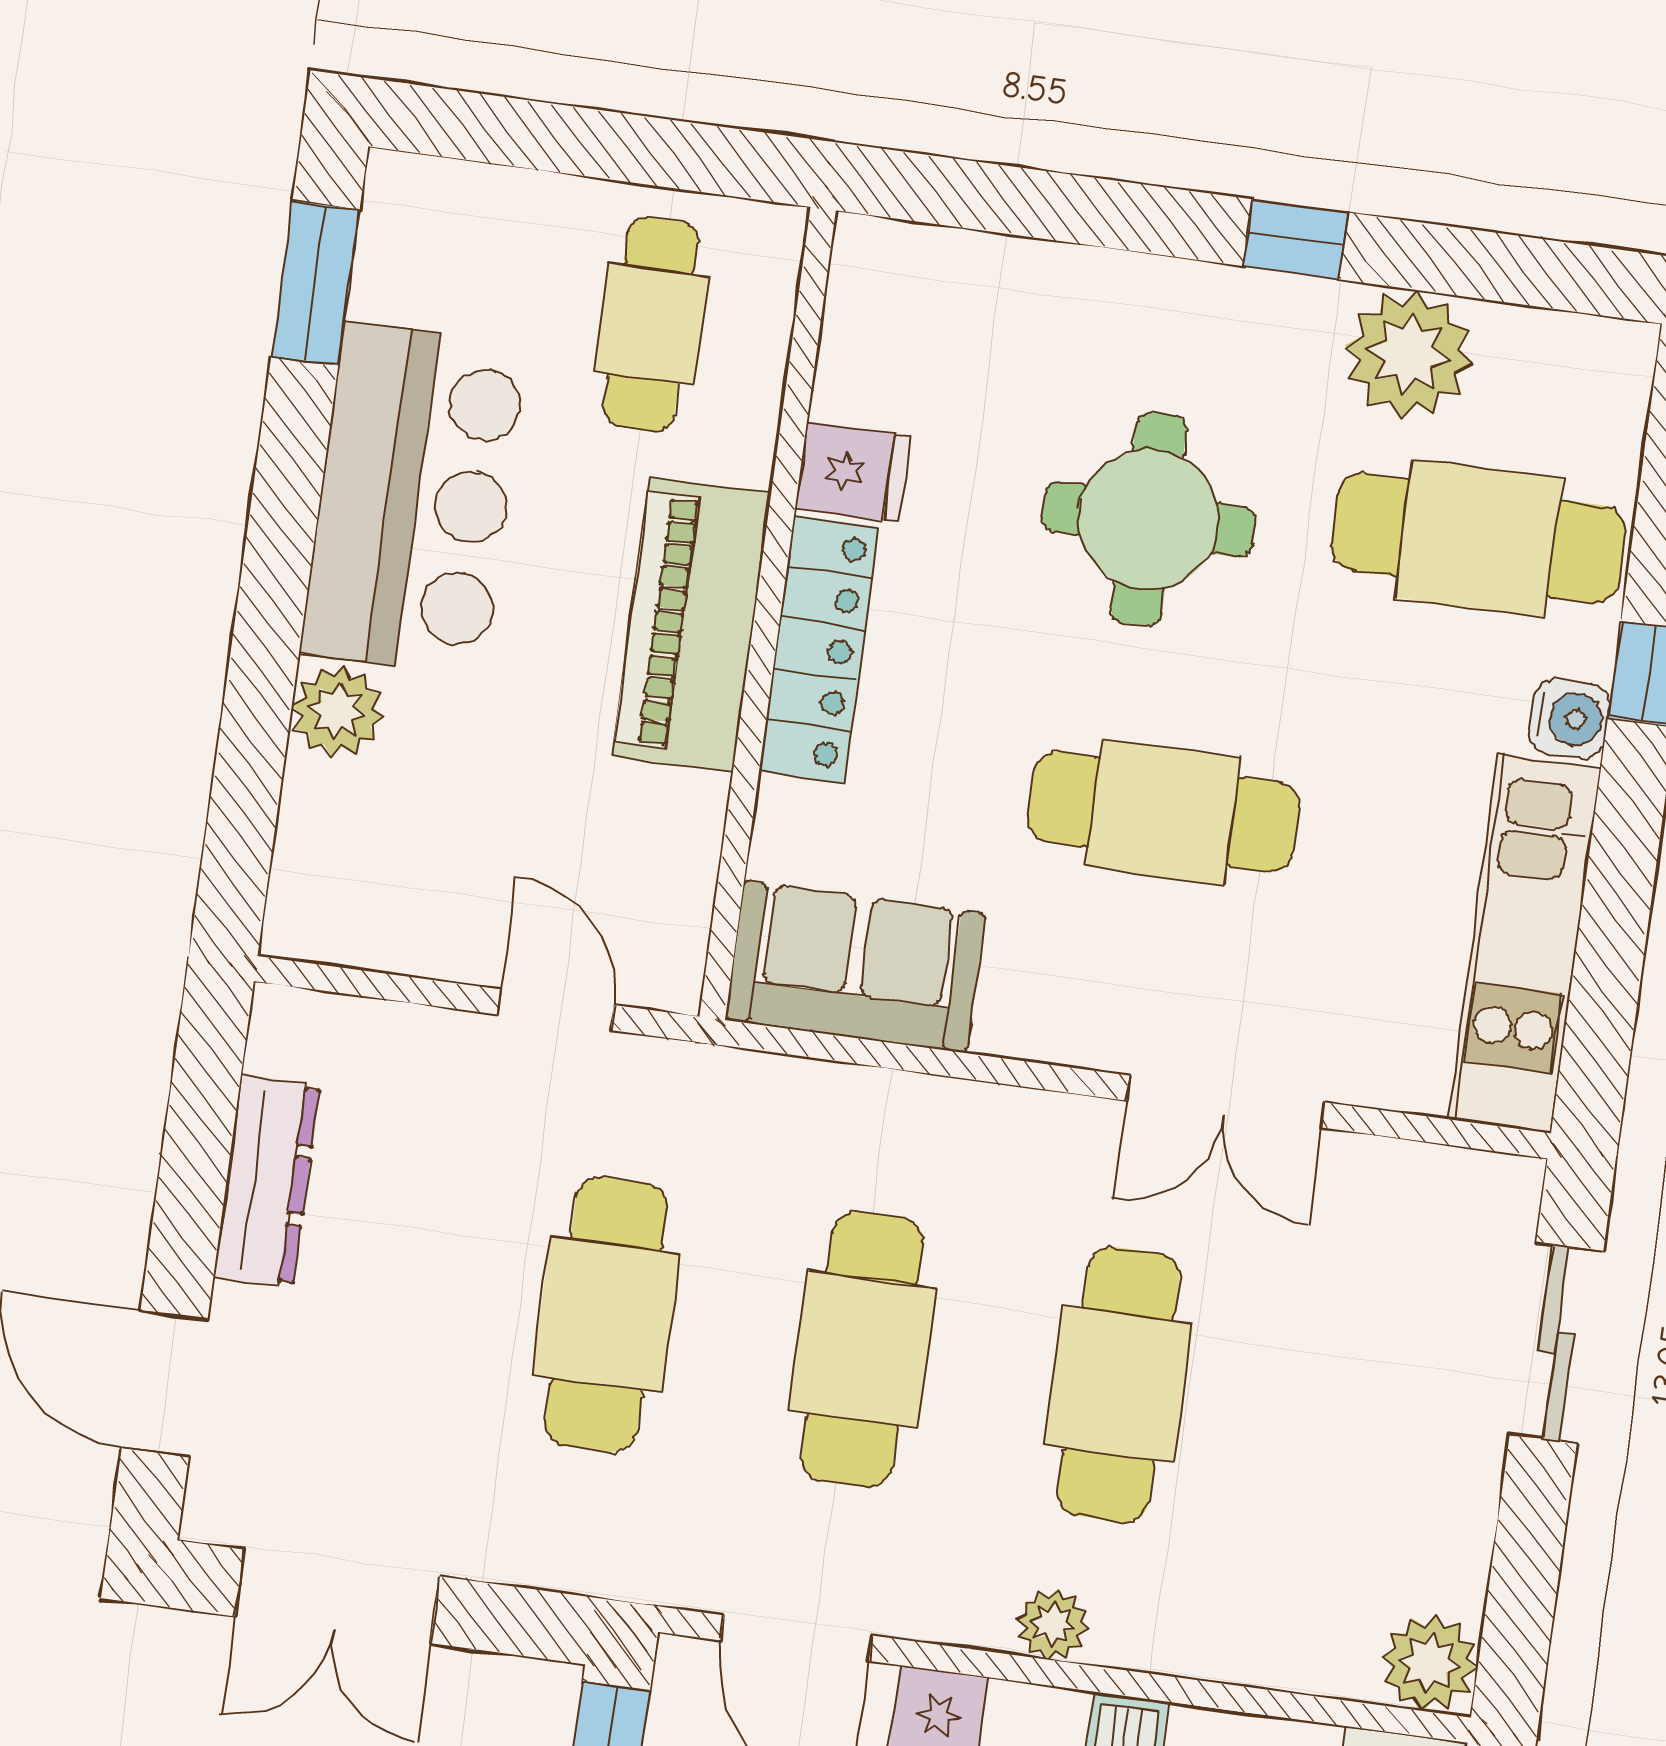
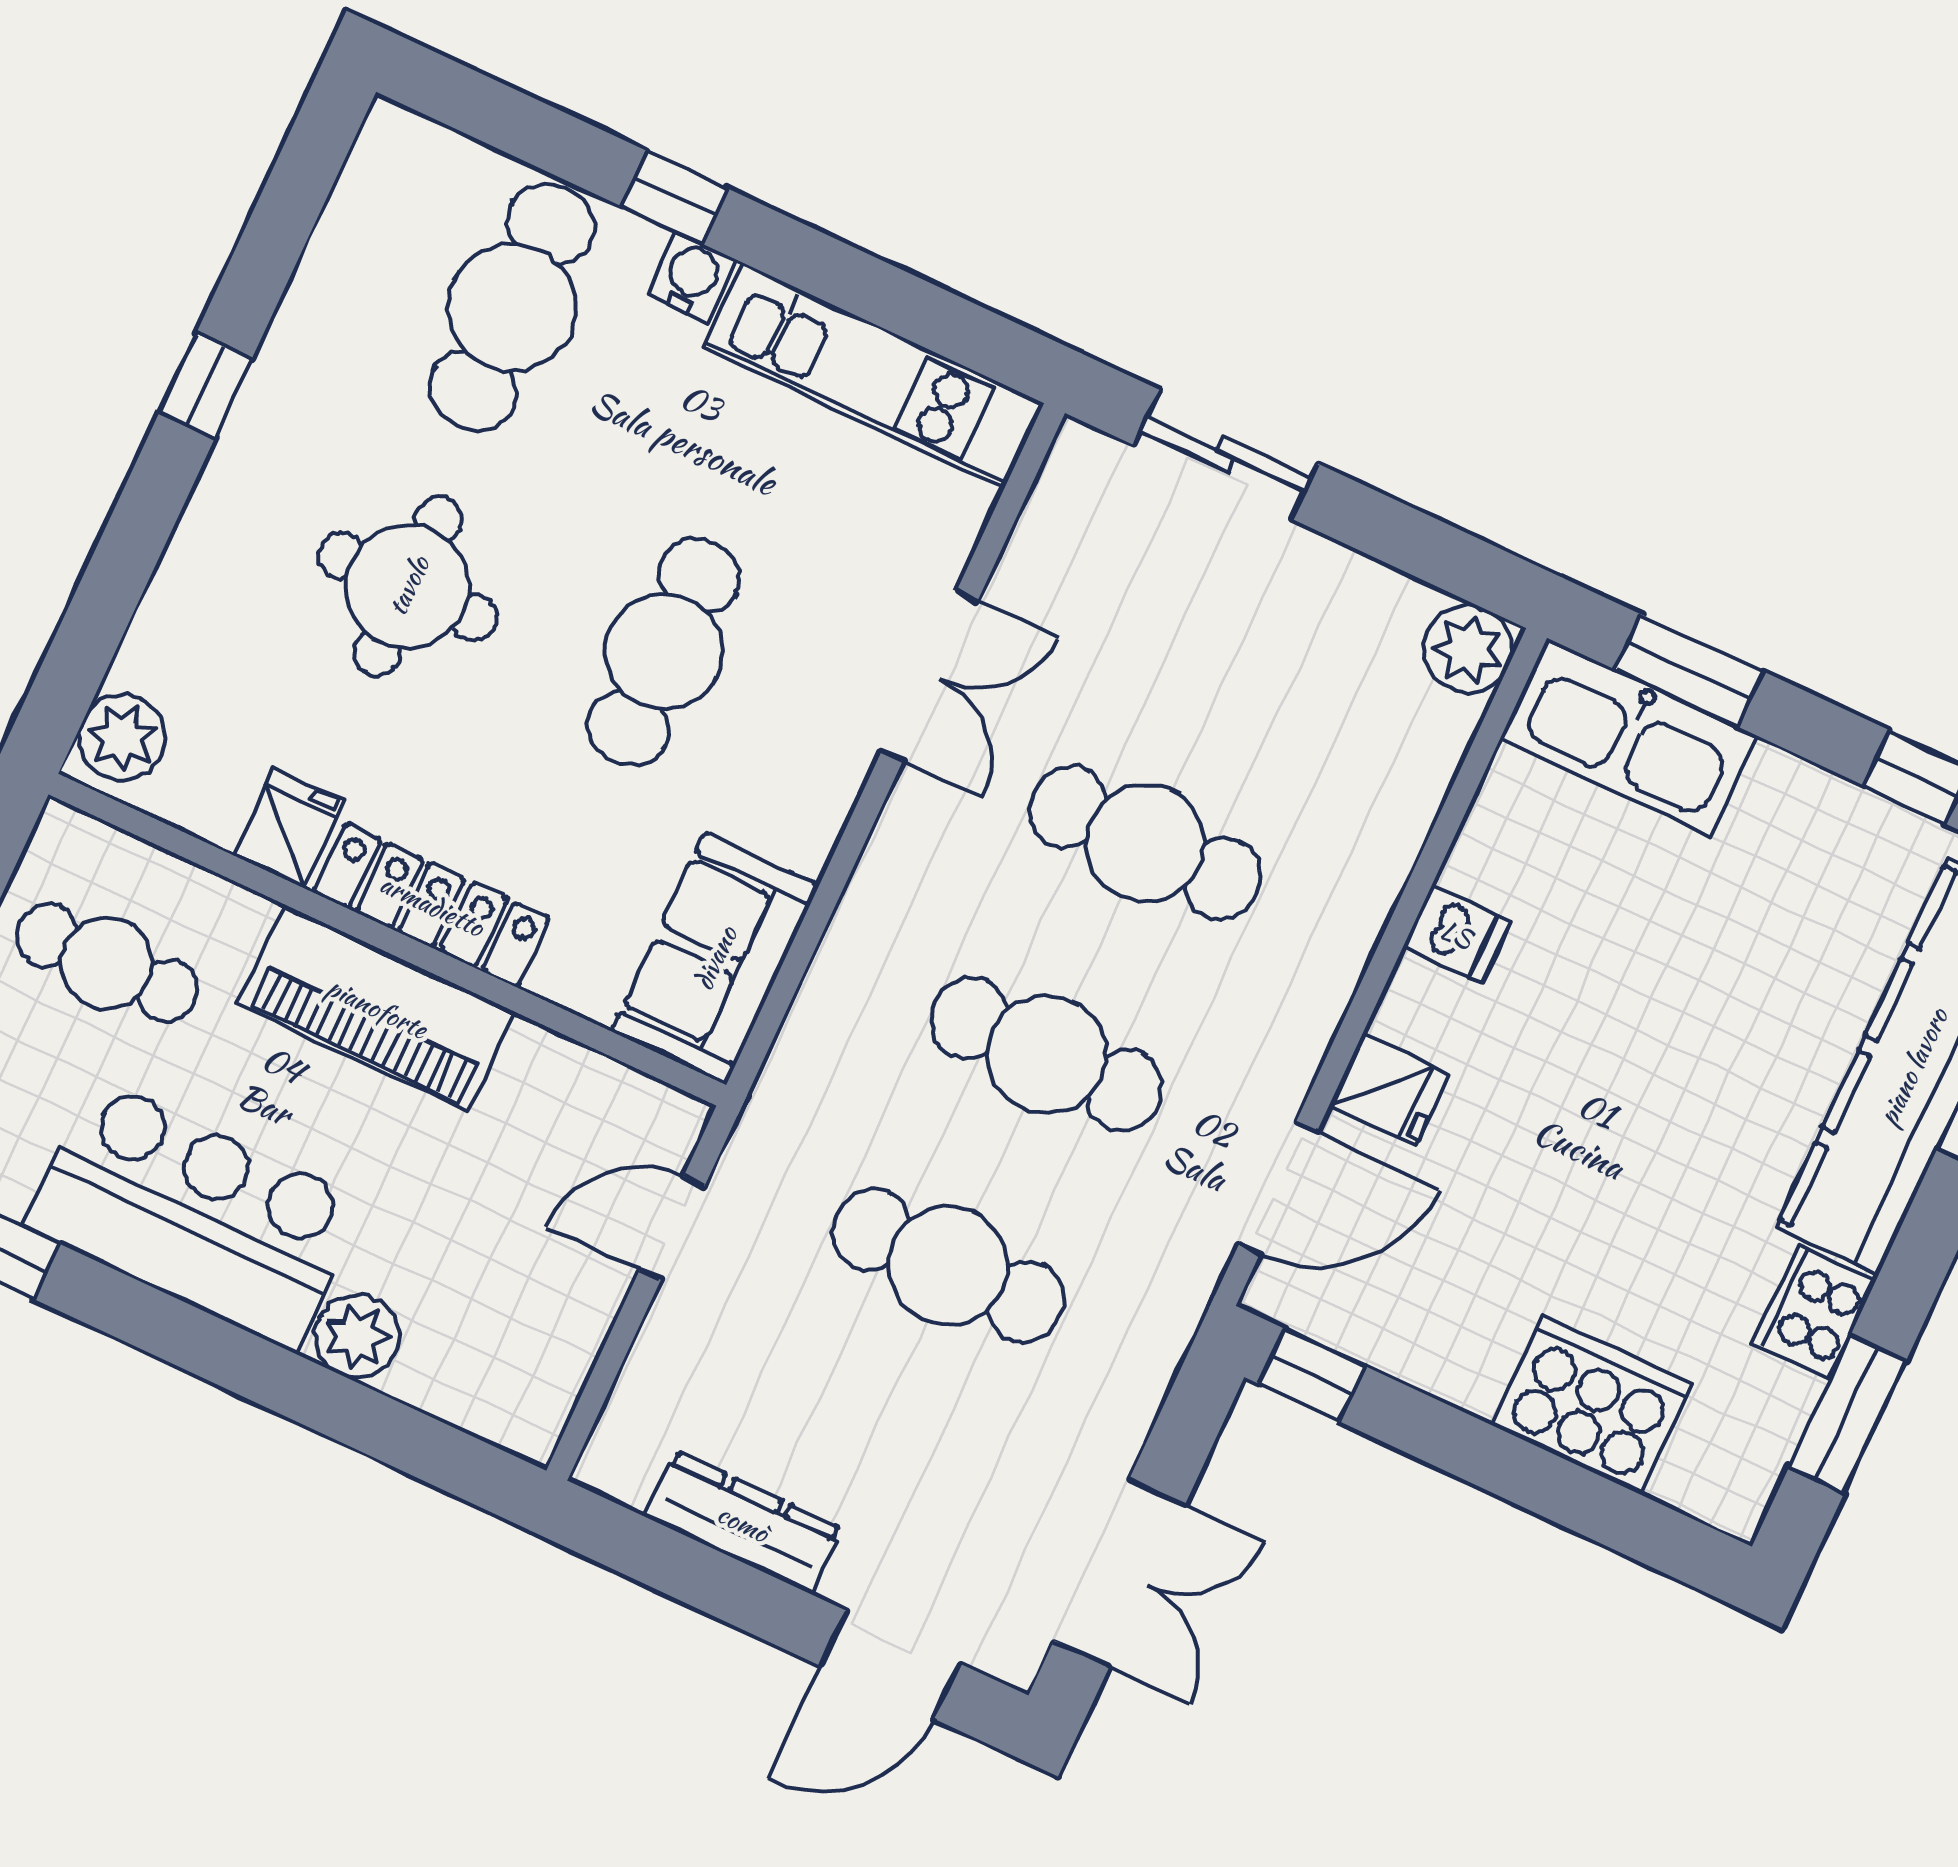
plant: (1409, 354) -> (122, 738), moved, width x0.73, depth x0.73
plant: (1053, 1624) -> (1334, 964), removed

